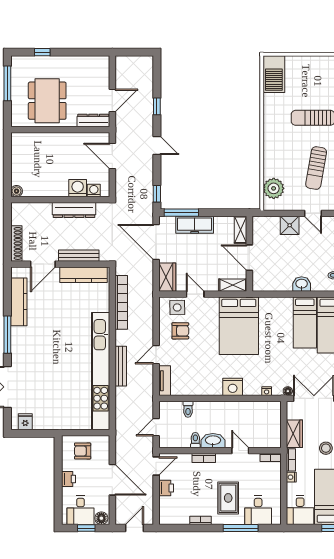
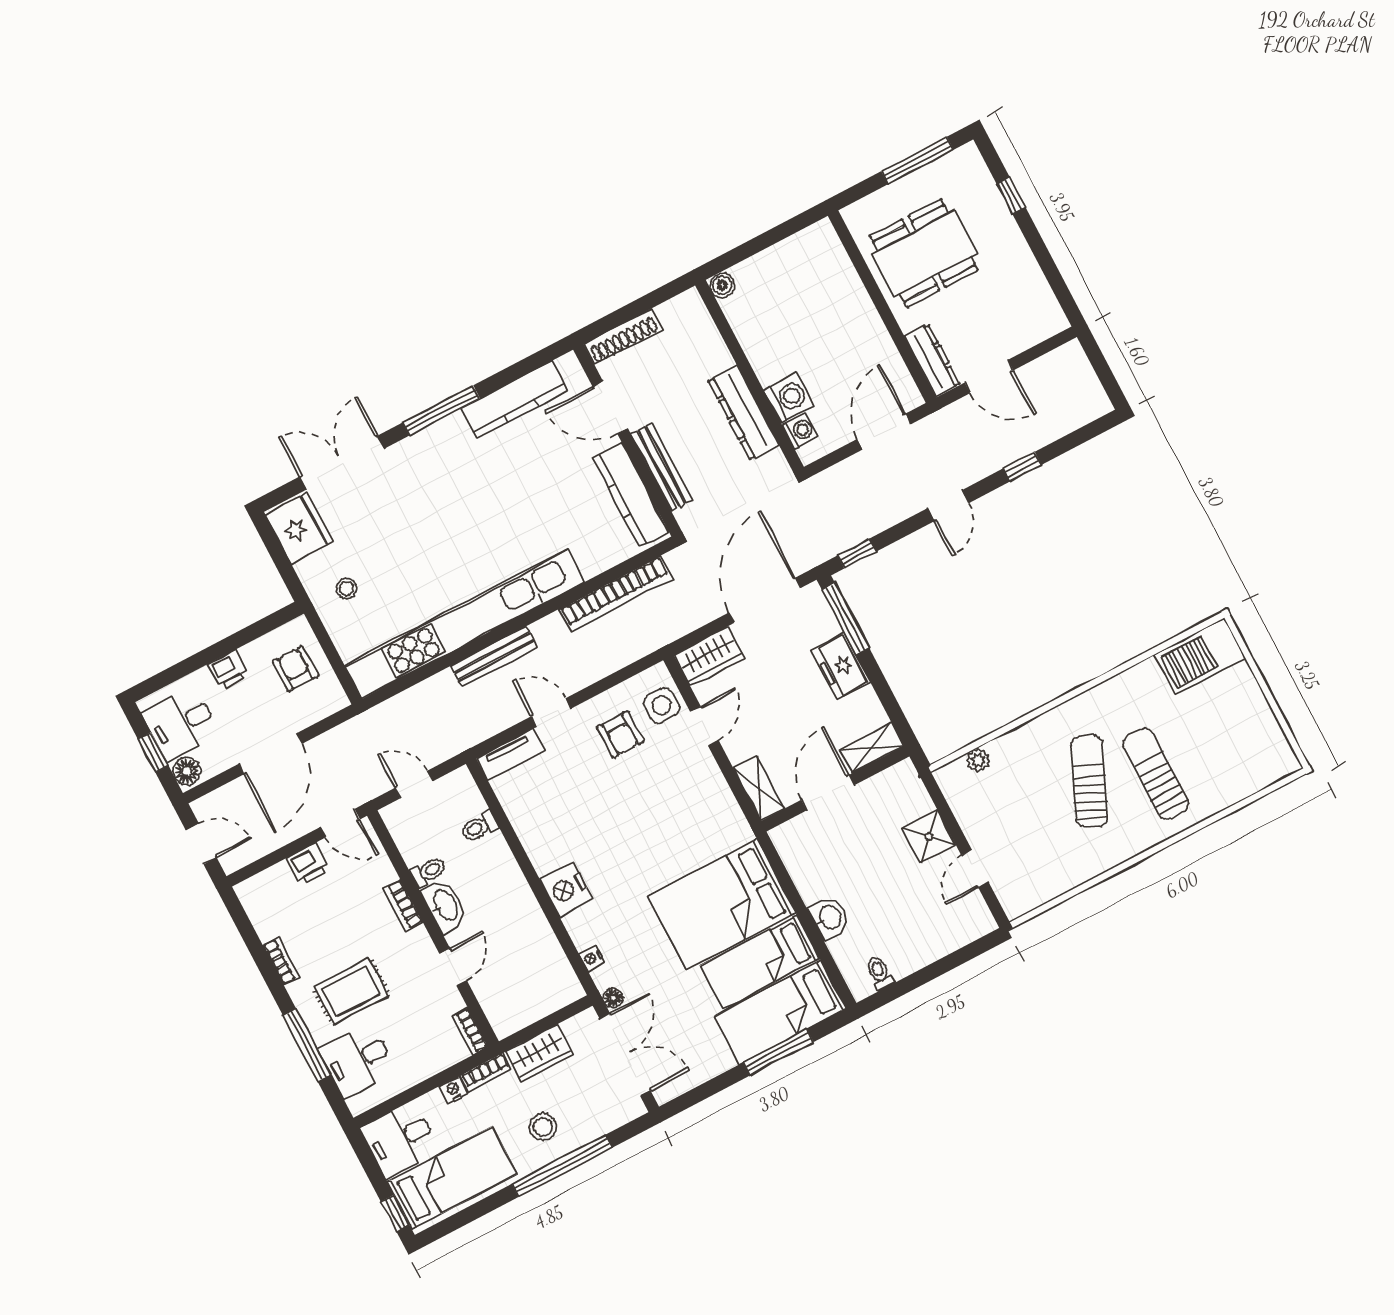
sun lounger: (316, 168) -> (1089, 781), moved, turned 104
plant: (274, 188) -> (978, 760), width x0.53, depth x0.53
freezer: (195, 225) -> (841, 666), width x0.71
bed: (239, 326) -> (722, 904), moved
stool: (60, 412) -> (347, 588), added
fridge: (25, 422) -> (299, 528), width x1.88, depth x1.34

